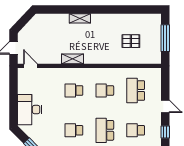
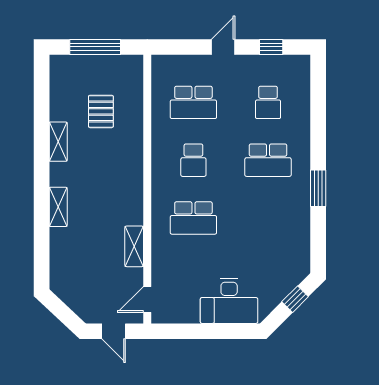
shelving: (115, 18) -> (58, 142), added
shelving: (72, 59) -> (134, 246), moved
school desk: (74, 91) -> (193, 218), width x1.85
school desk: (74, 130) -> (268, 218), removed

